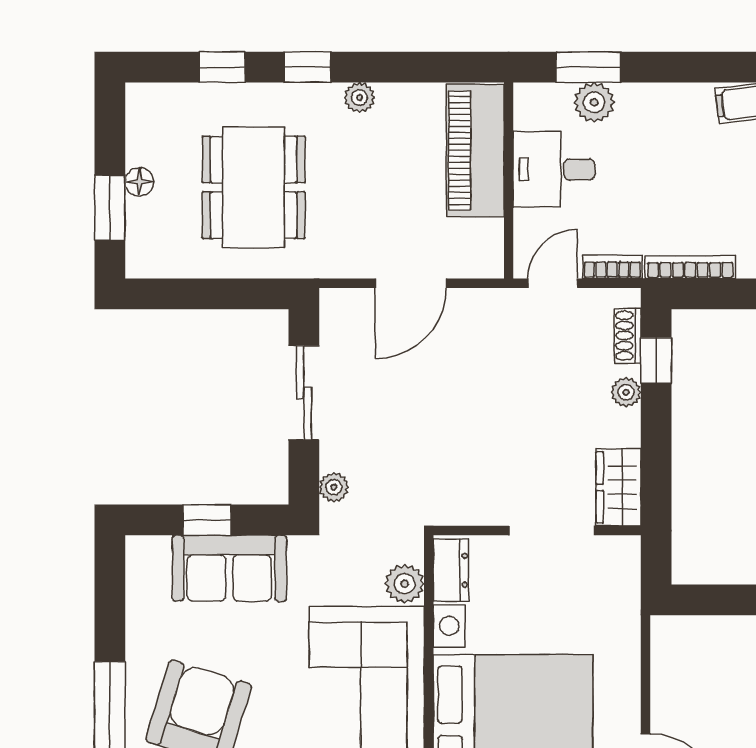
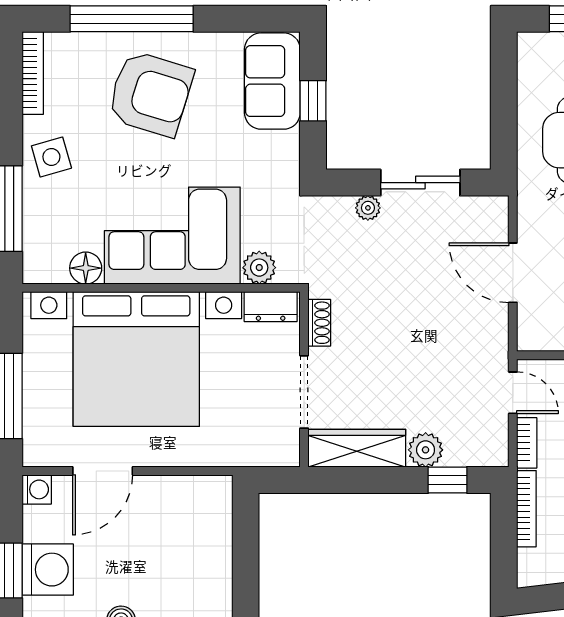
shoe rack: (628, 336) -> (319, 323), moved, turned 90
plant: (626, 392) -> (426, 450), width x1.38, depth x1.38
plant: (334, 487) -> (368, 208), moved
wardrobe: (619, 487) -> (357, 448), width x1.50
sofa: (229, 568) -> (272, 81), moved

